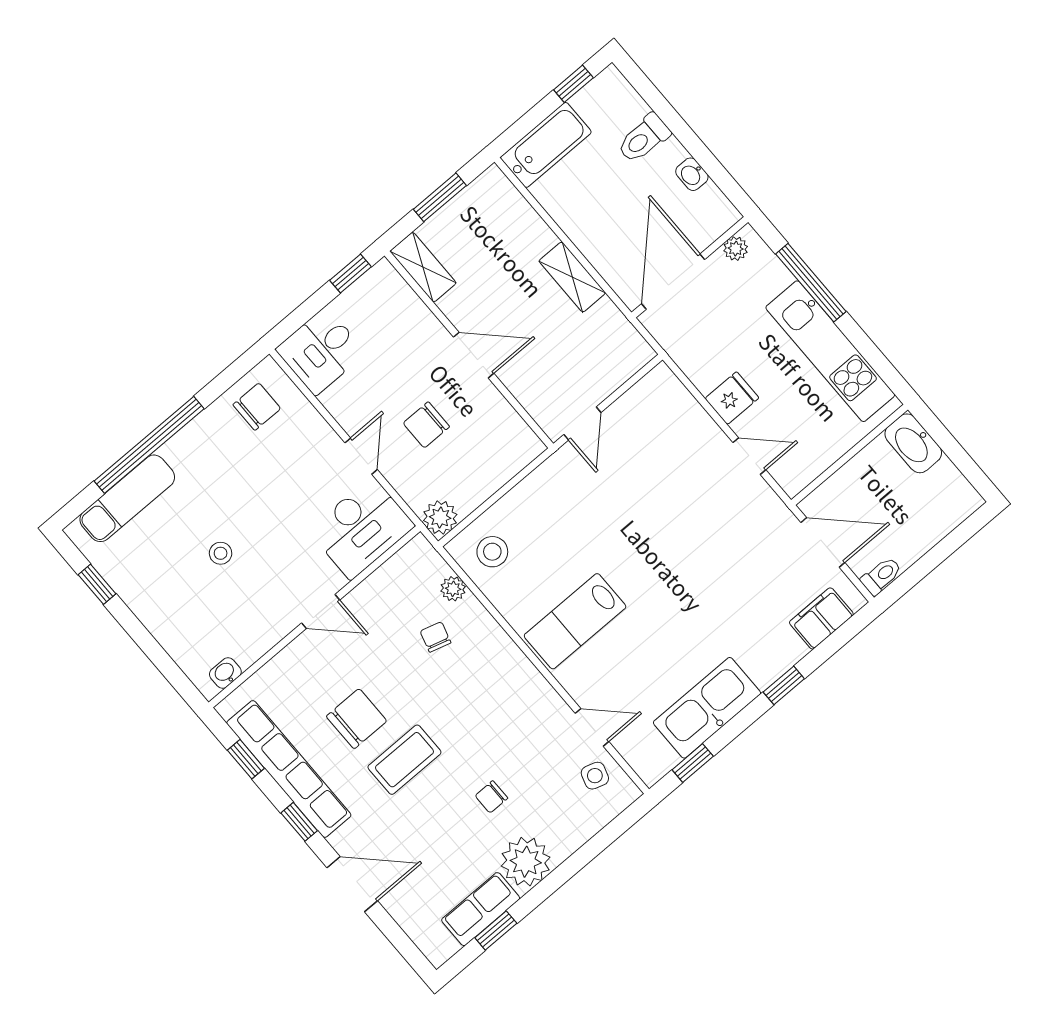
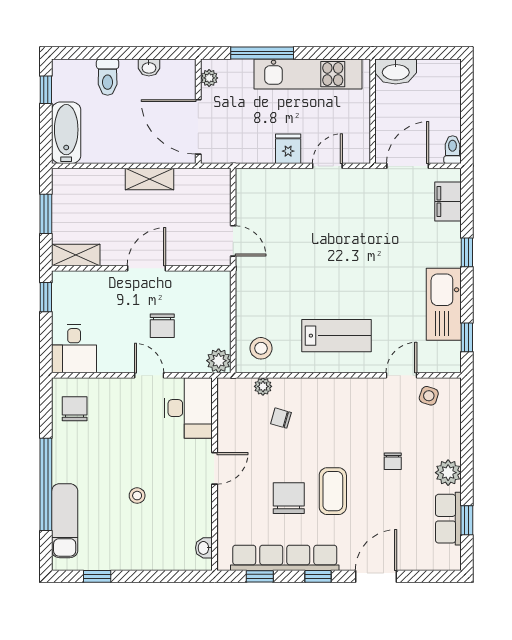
lab bench: (575, 621) -> (336, 336), turned -90
plant: (526, 862) -> (448, 473), width x0.73, depth x0.73

